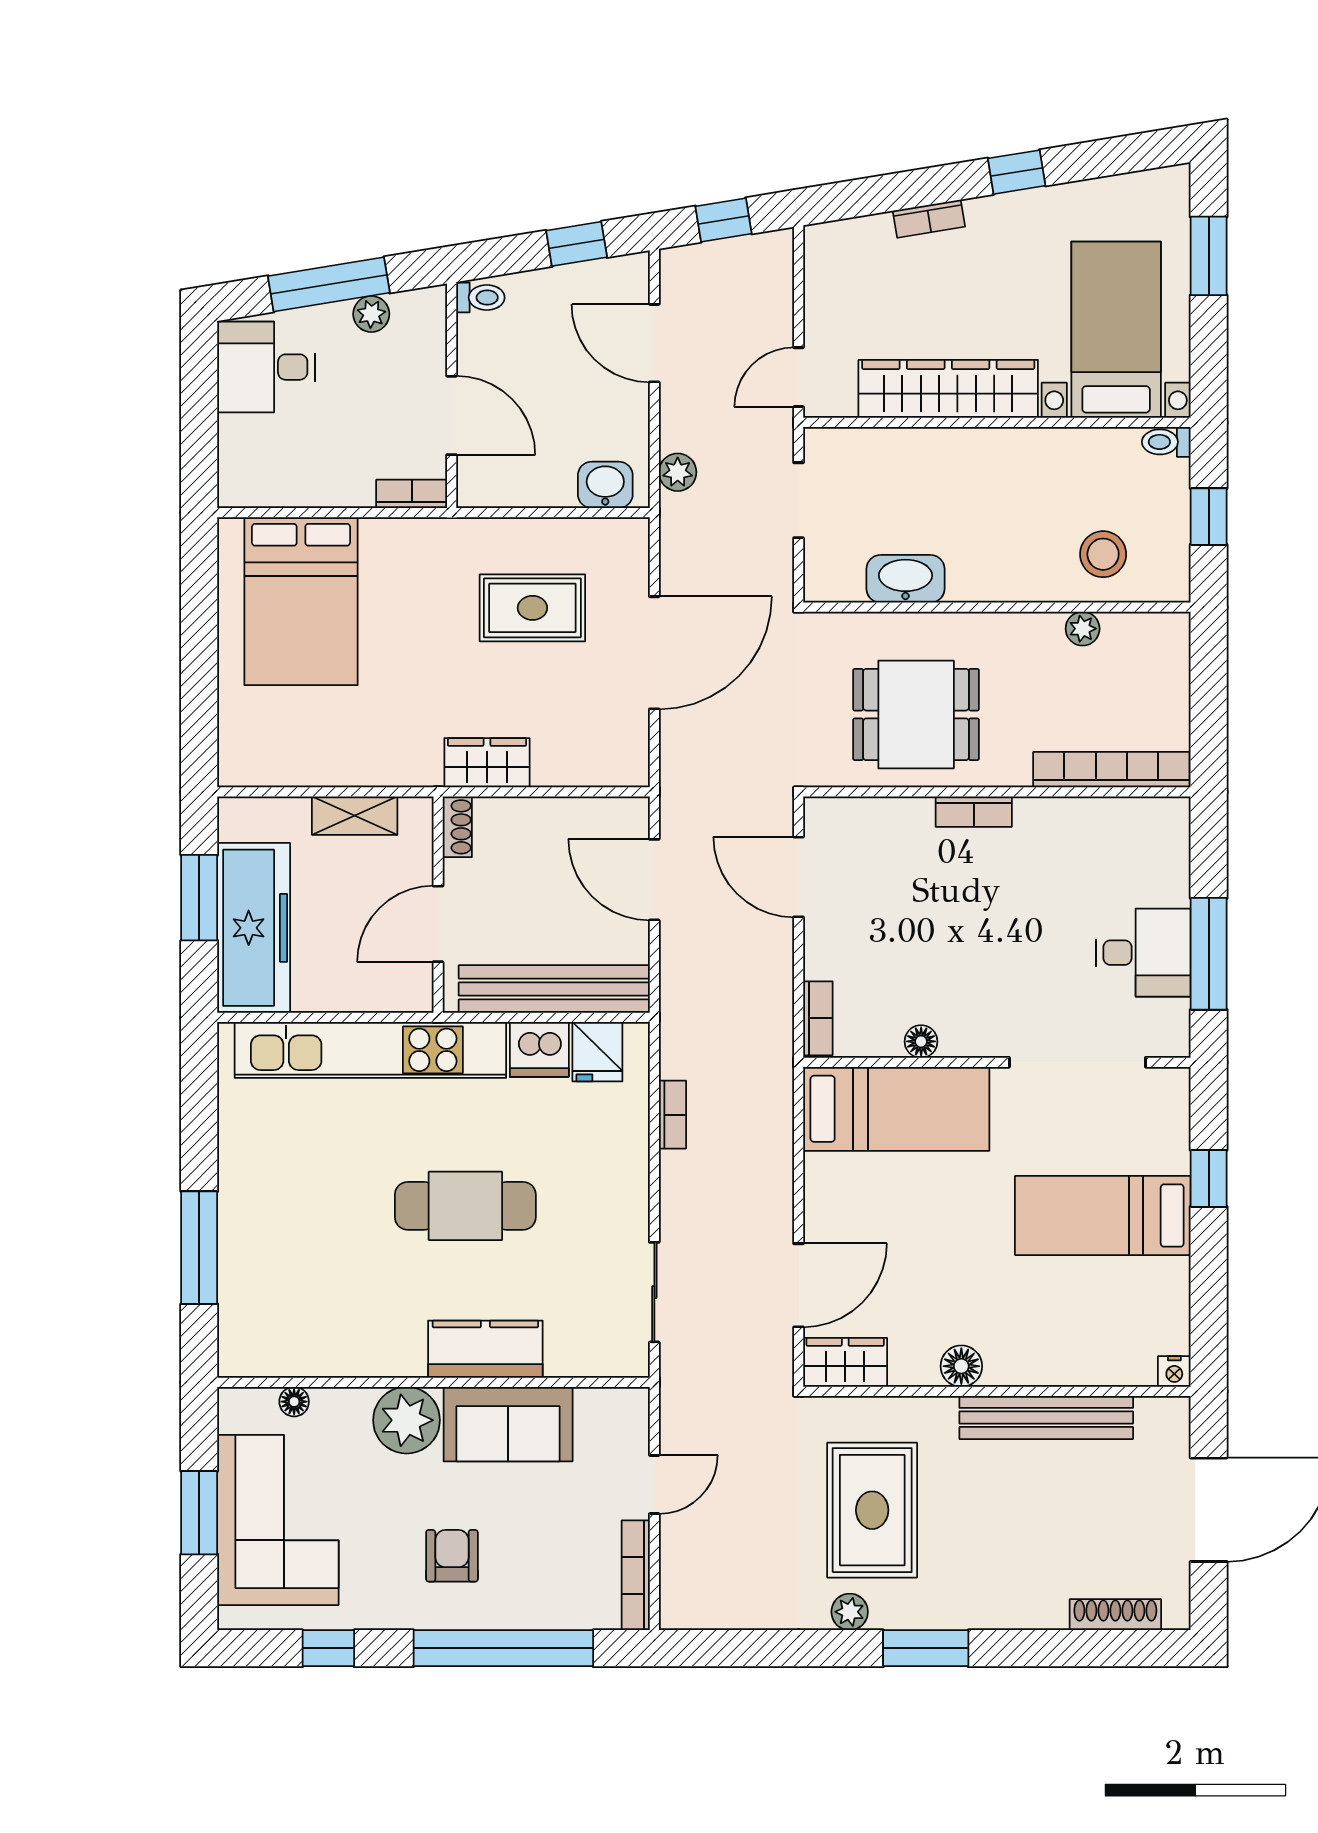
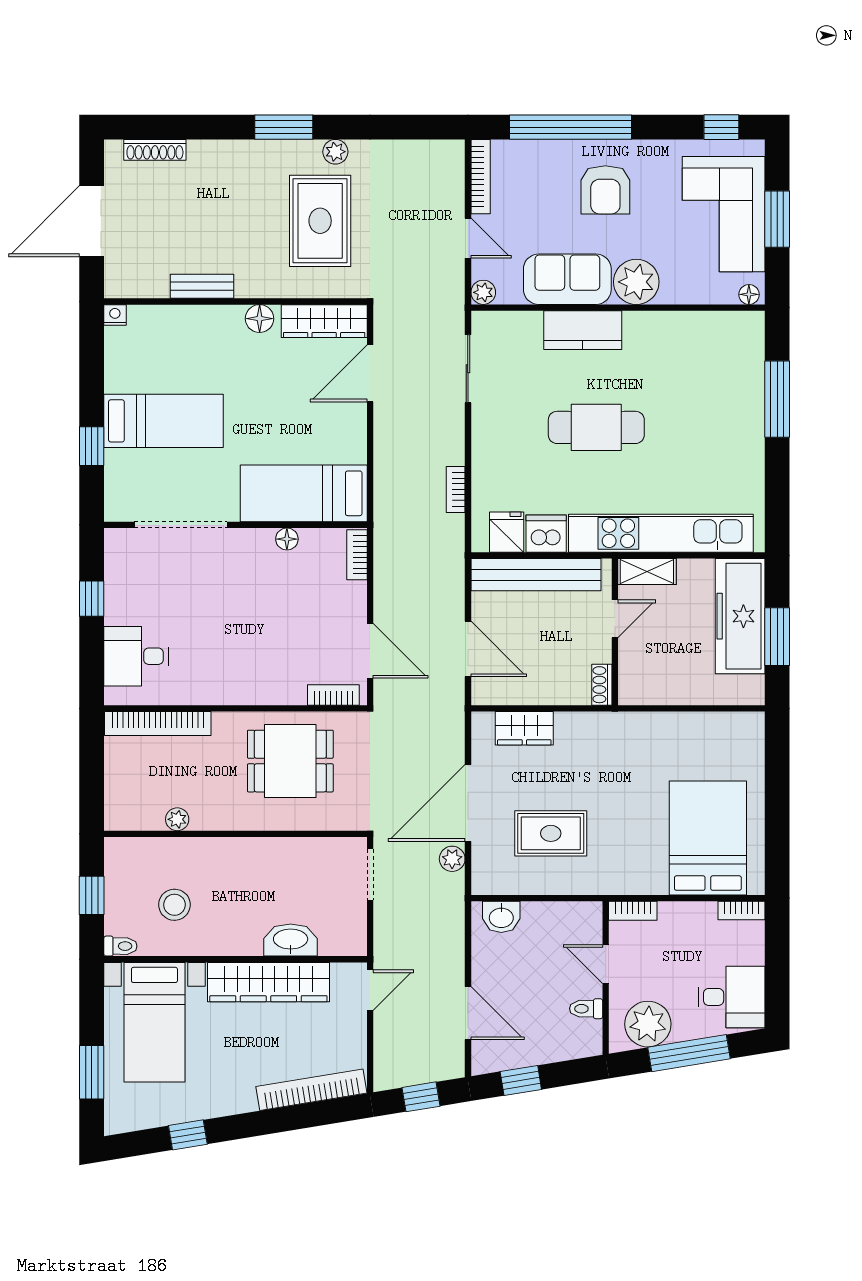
window: (1017, 172) -> (188, 1135), moved
bookcase: (929, 219) -> (311, 1090), width x2.31, depth x1.31
toilet: (480, 298) -> (586, 1009), moved
plant: (371, 314) -> (648, 1024), width x1.88, depth x1.88
door: (452, 415) -> (606, 964), width x0.73
plant: (678, 472) -> (452, 859), moved
bookcase: (252, 494) -> (741, 910), added
doorway: (799, 500) -> (370, 874), moved
stool: (1103, 554) -> (174, 905), moved
washbasin: (905, 579) -> (291, 940), moved, turned 180
wardrobe: (487, 763) -> (524, 728), moved
bookcase: (974, 812) -> (333, 695), moved
shelving: (355, 816) -> (647, 572), moved
door: (438, 924) -> (615, 619), width x0.73
desk: (1143, 953) -> (136, 656), moved
window: (1209, 954) -> (92, 599), width x0.46
wardrobe: (845, 1362) -> (324, 321), width x1.50
floor lamp: (294, 1402) -> (749, 294), moved
plant: (632, 1405) -> (483, 292), added
bench: (1046, 1417) -> (202, 286), width x0.54, depth x0.82
door: (654, 1485) -> (468, 238), swing flipped
armchair: (452, 1556) -> (605, 190), width x1.38, depth x1.38
window: (328, 1648) -> (721, 127), moved

